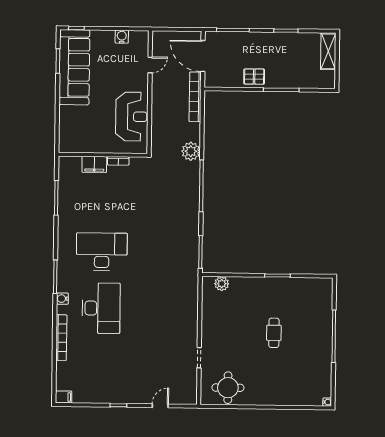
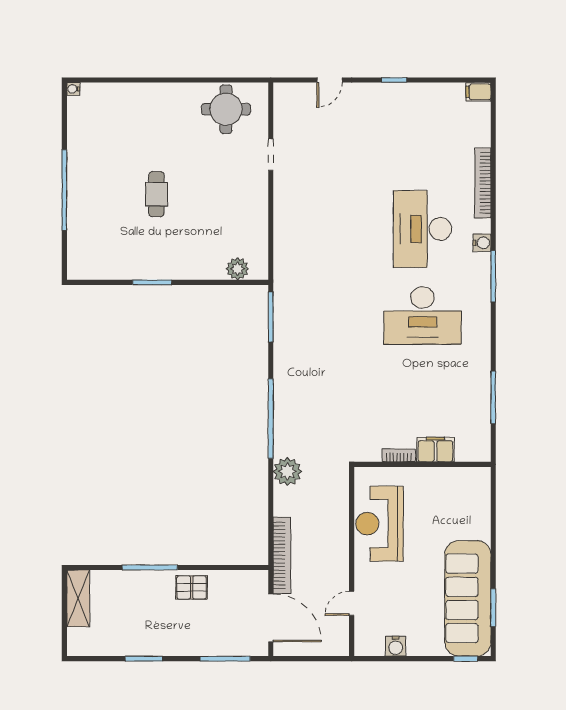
shelving: (328, 51) -> (78, 598), moved

